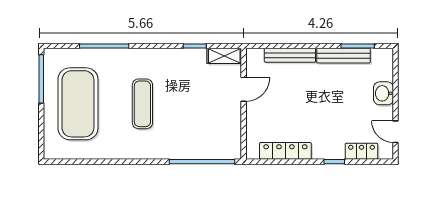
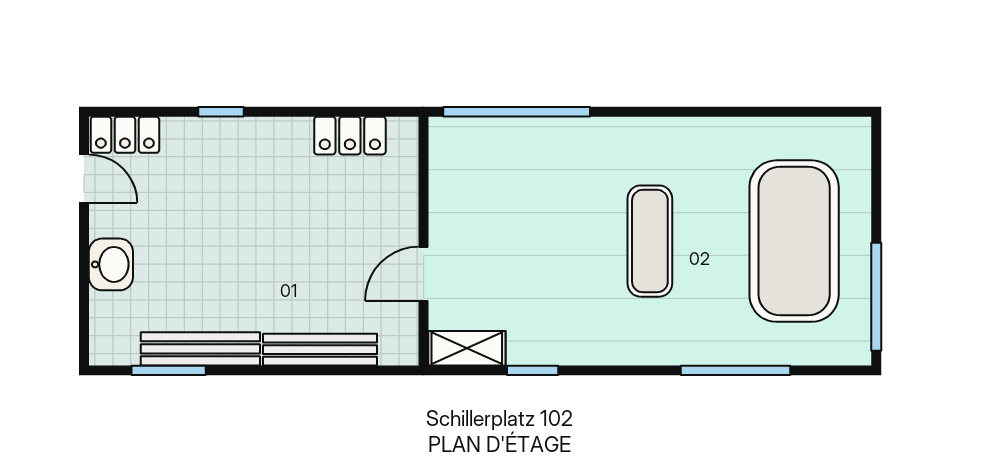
locker: (285, 151) -> (350, 136), width x0.66
locker: (362, 151) -> (125, 135), moved

